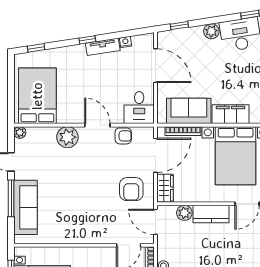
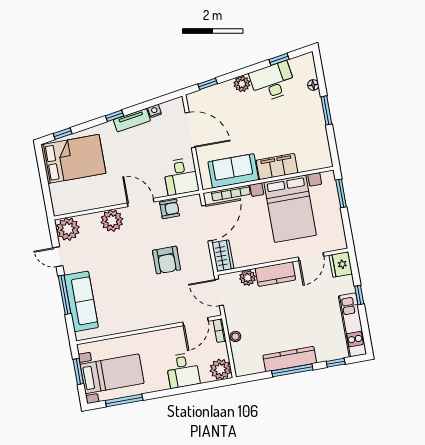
bed: (37, 96) -> (73, 159), moved, turned 90
plant: (20, 132) -> (68, 229), width x1.88, depth x1.88
armchair: (131, 189) -> (167, 260), moved

